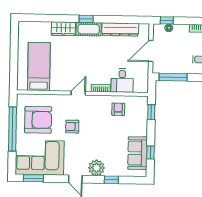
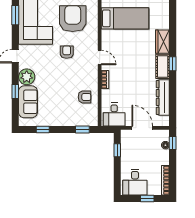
window: (173, 77) -> (117, 150), width x0.46
desk: (122, 80) -> (114, 115), moved, turned -90
armchair: (38, 120) -> (73, 19), turned 180
sofa: (138, 153) -> (28, 102), moved, turned 90

